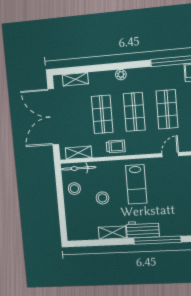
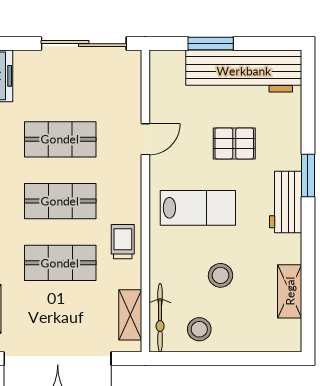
door: (170, 155) -> (145, 139), swing flipped
pallet: (171, 201) -> (234, 143), added
shelving: (112, 233) -> (290, 291), moved
window: (157, 240) -> (308, 175), width x0.47

